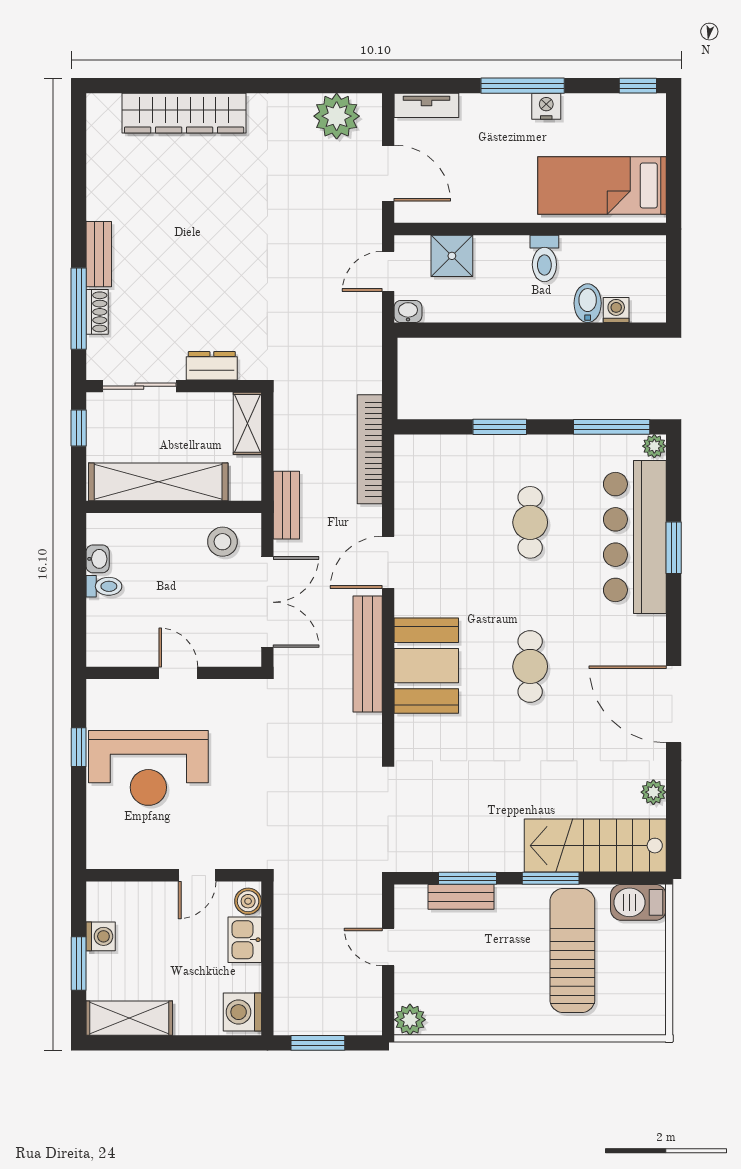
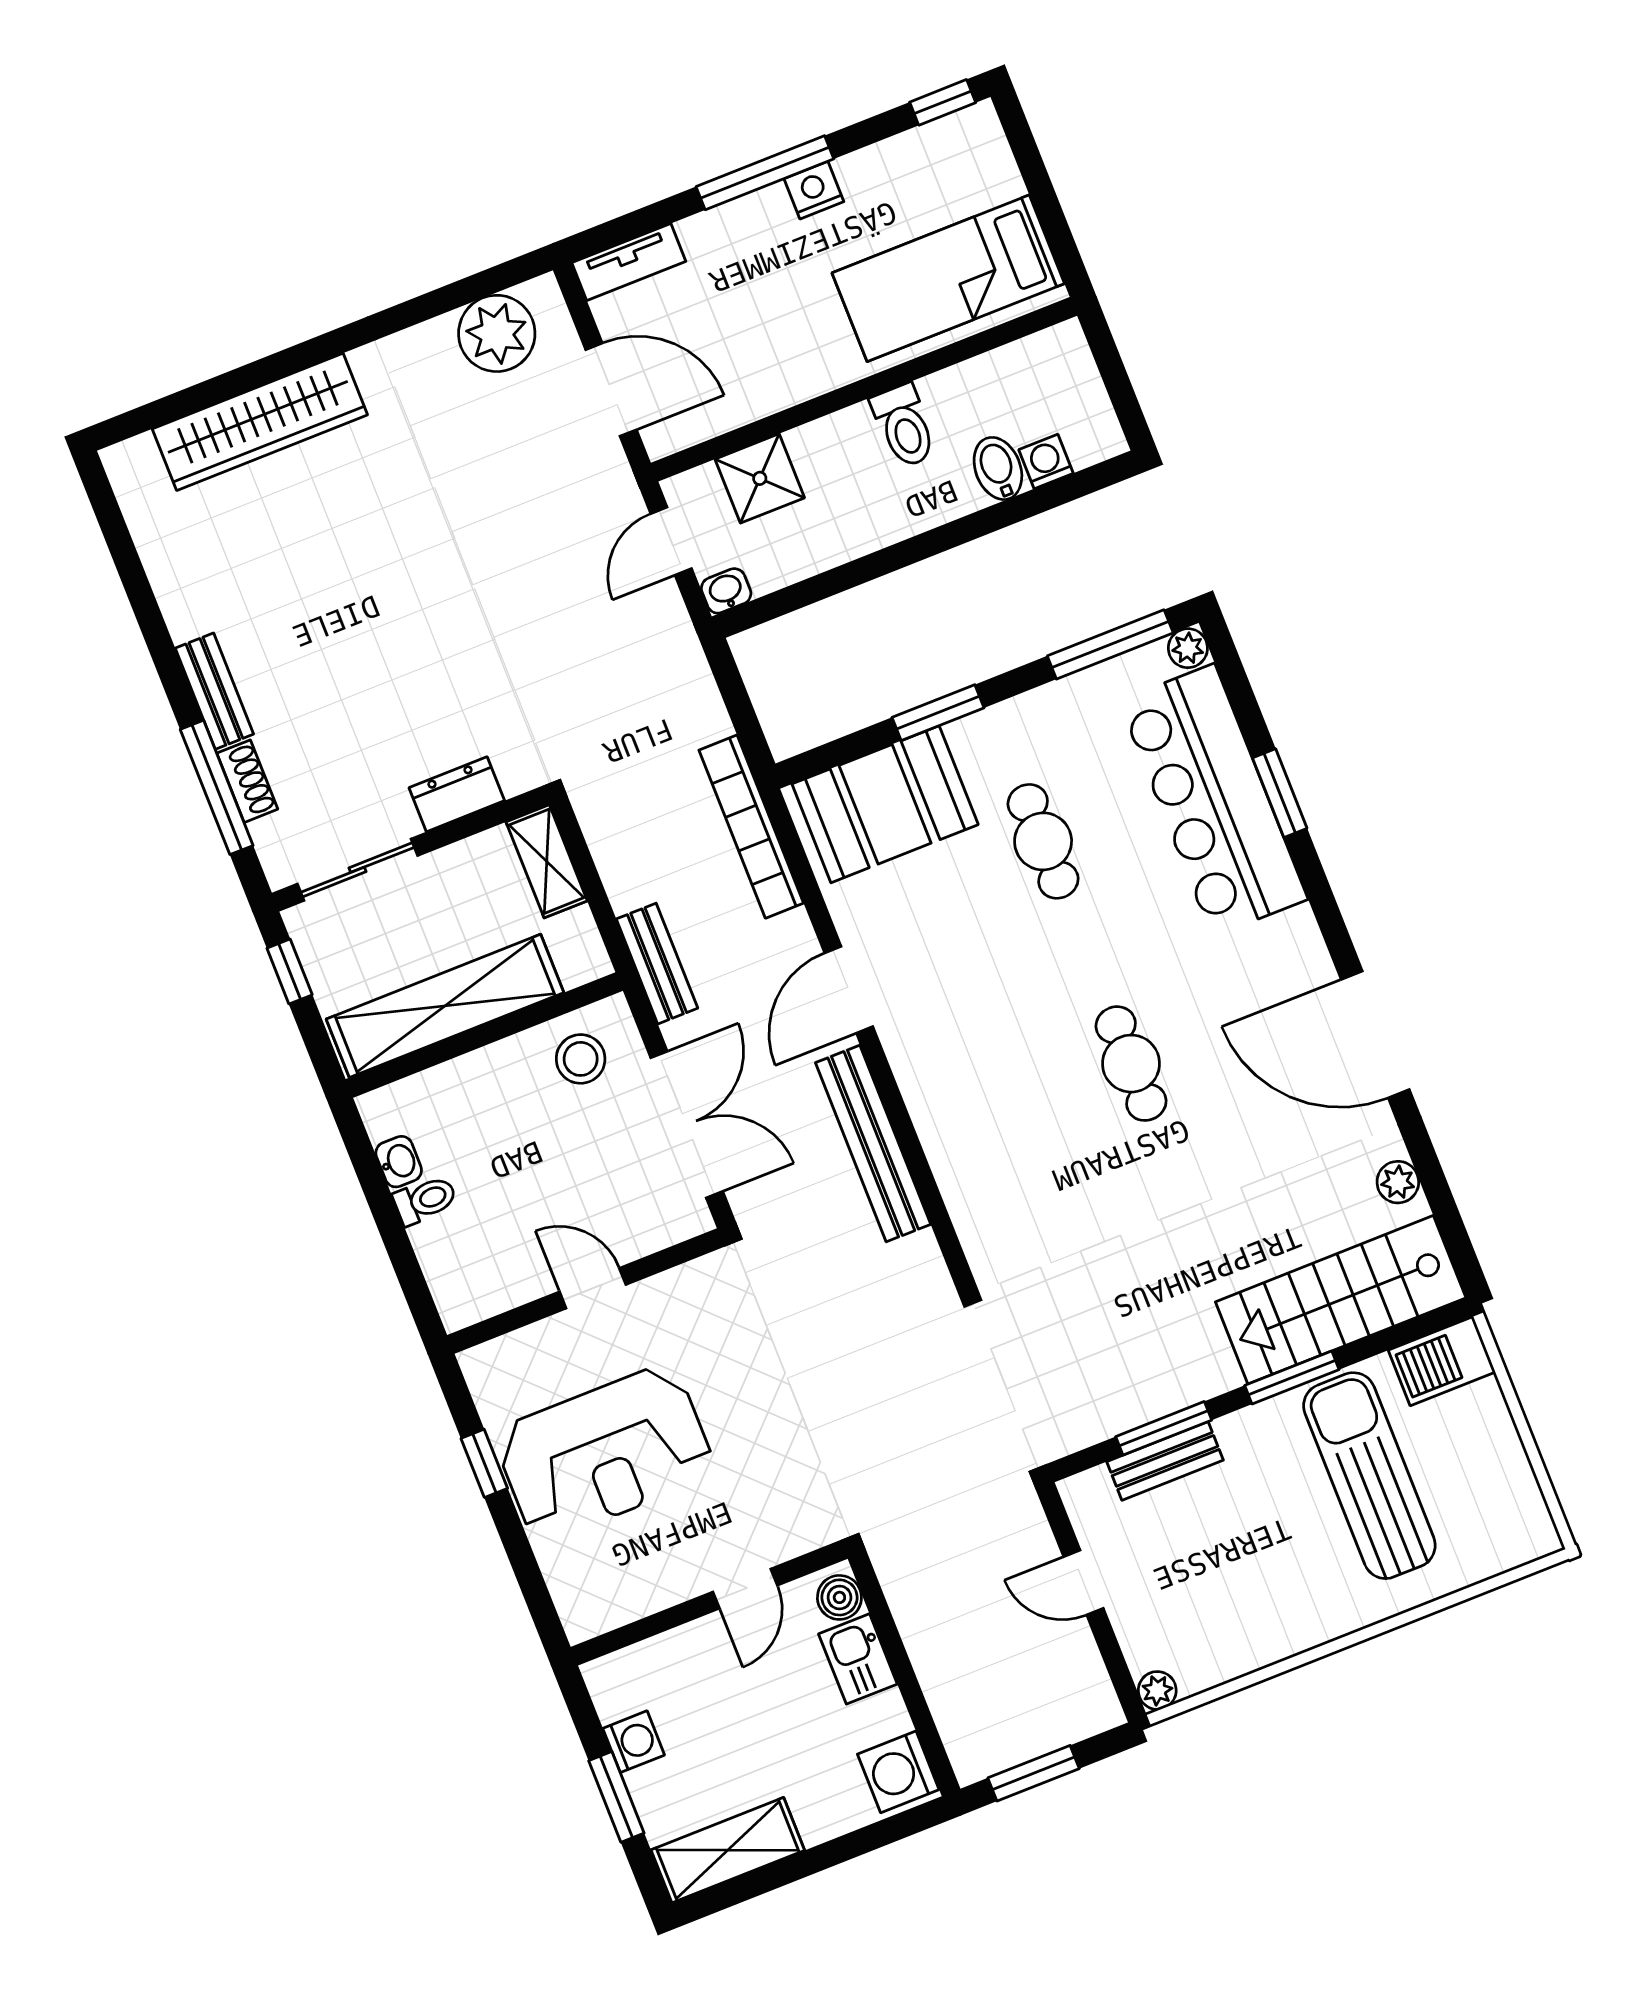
booth: (426, 666) -> (885, 804), moved, turned 90
plant: (410, 1020) -> (1157, 1690), width x0.73, depth x0.73

